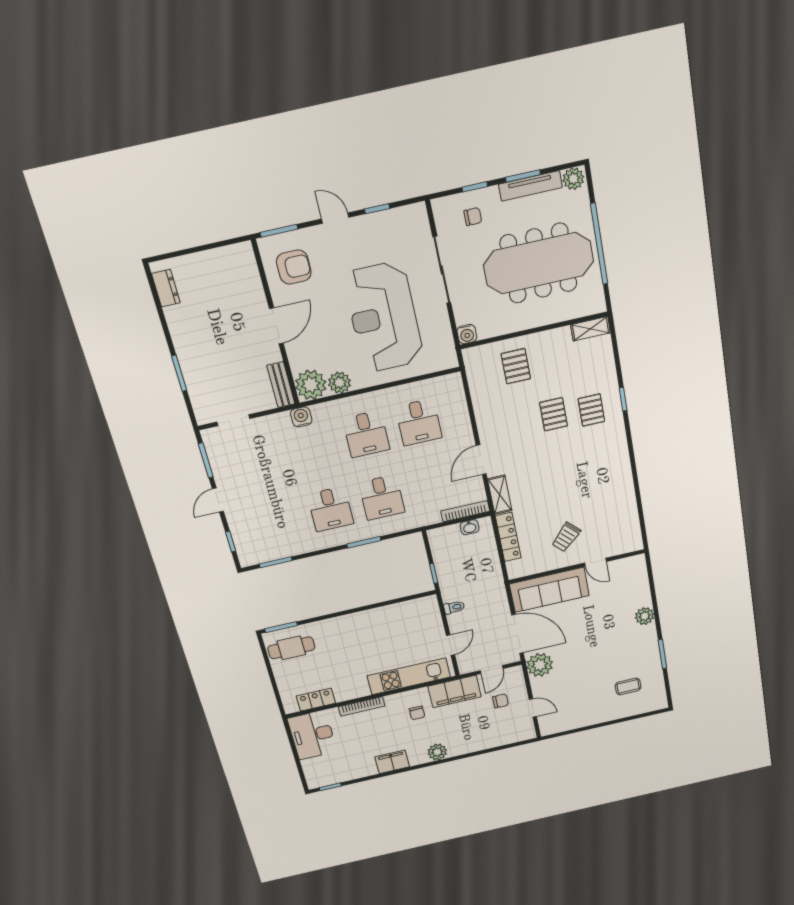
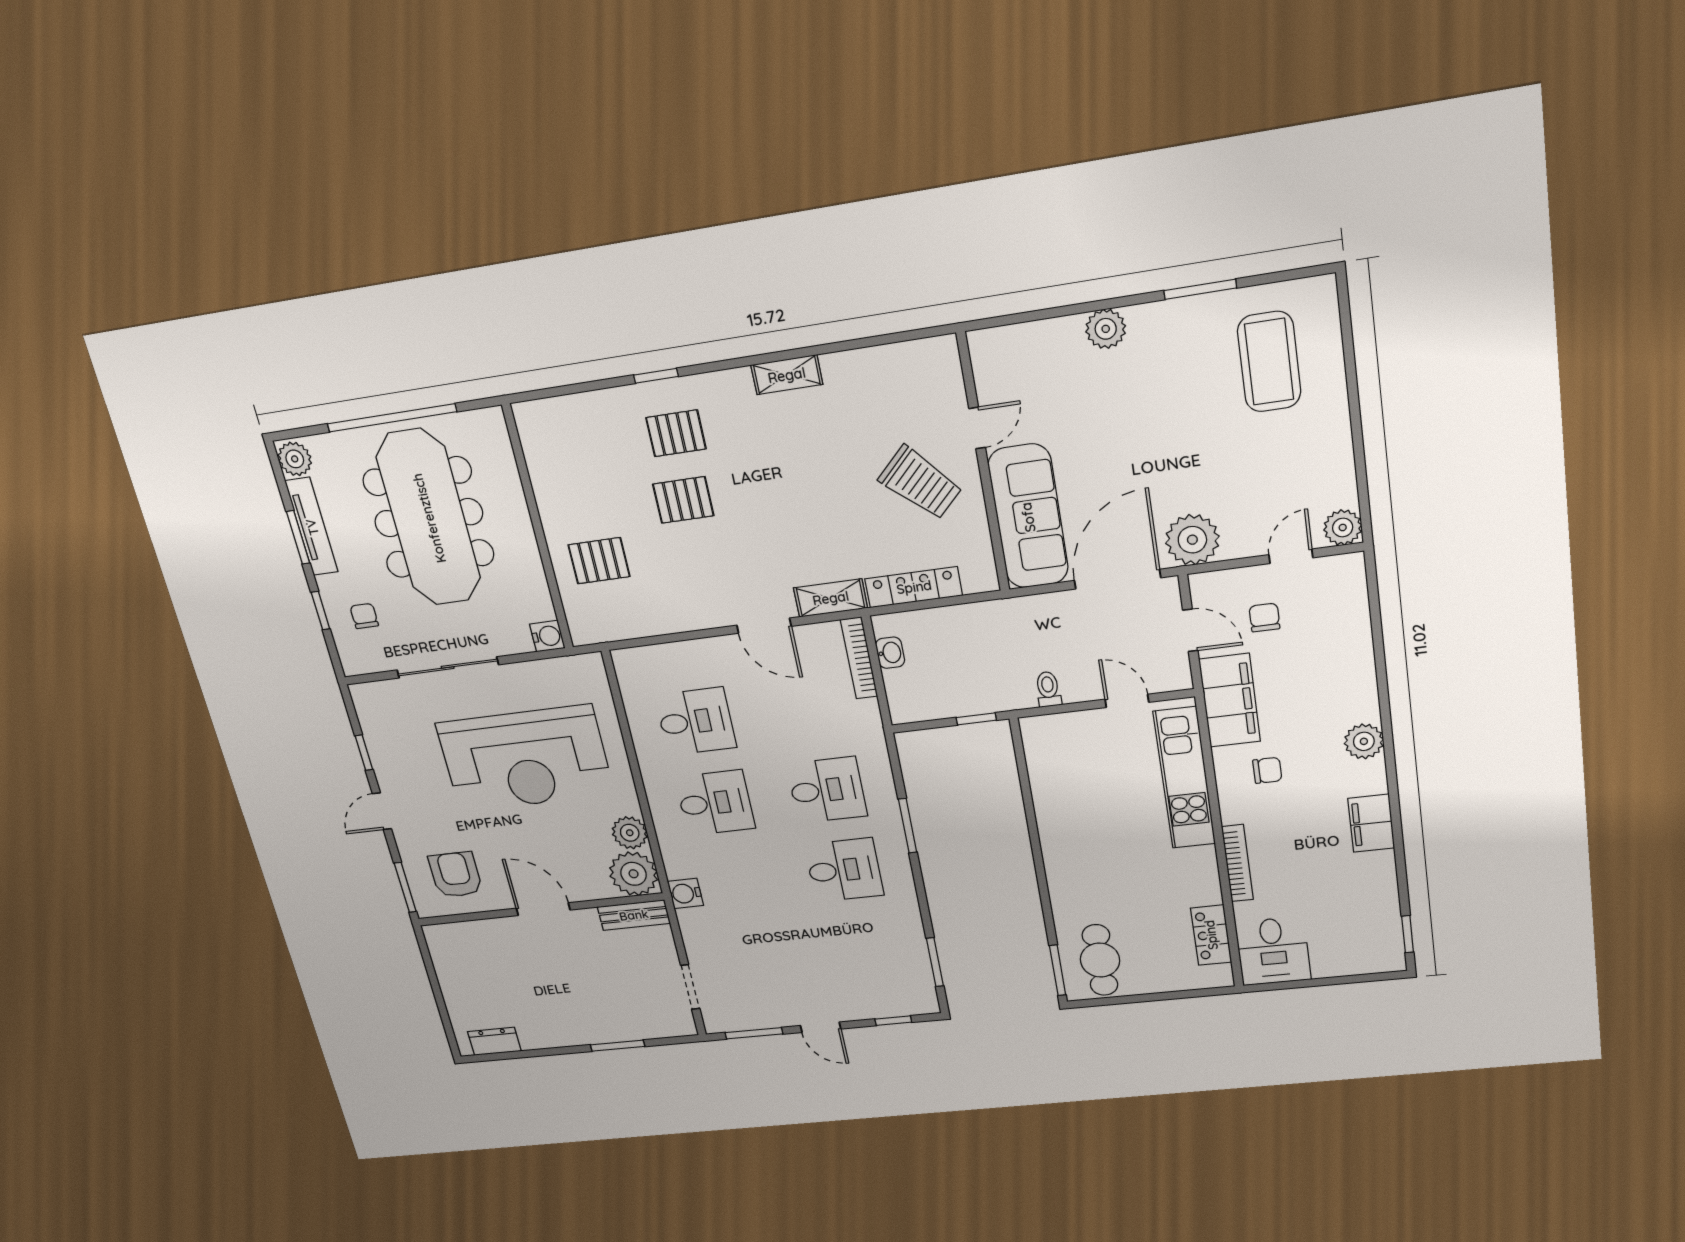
shelving: (591, 329) -> (787, 375), moved, turned 90
trolley: (566, 537) -> (920, 483), width x1.36, depth x1.39
coffee table: (628, 686) -> (1269, 362), width x1.86, depth x1.72
plant: (548, 727) -> (1343, 527), added
desk: (312, 735) -> (1273, 951), width x0.73

